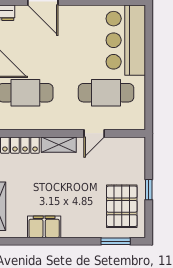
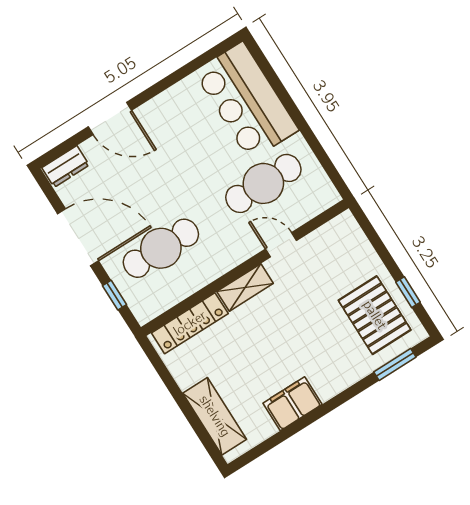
door: (94, 133) -> (281, 245), swing flipped
window: (149, 190) -> (408, 292), moved

